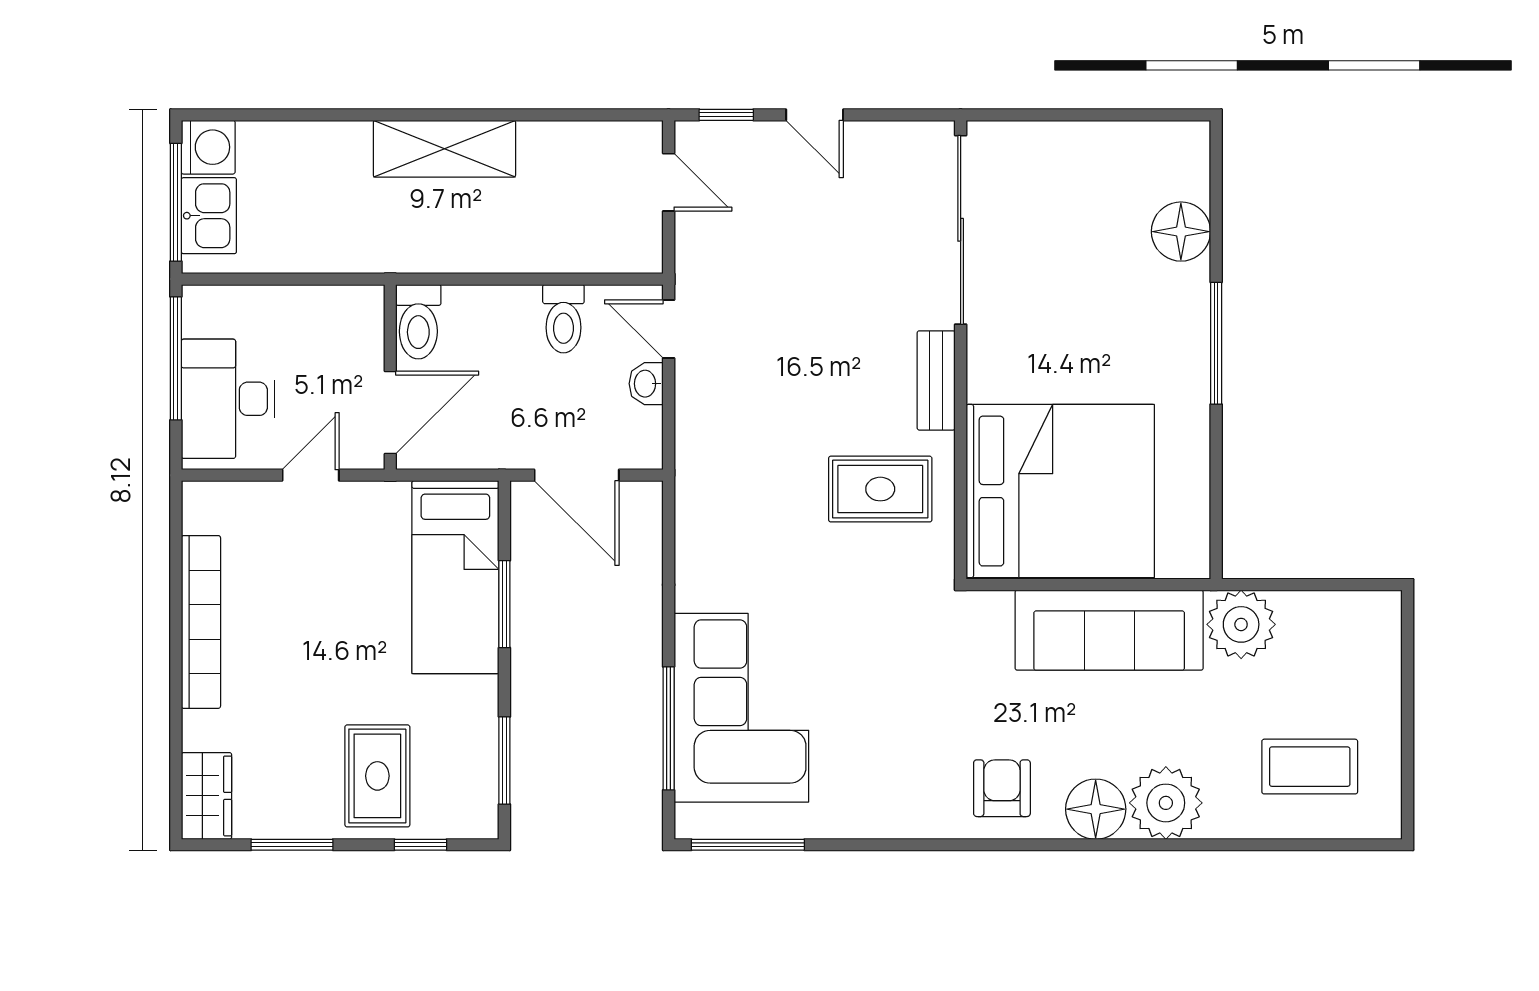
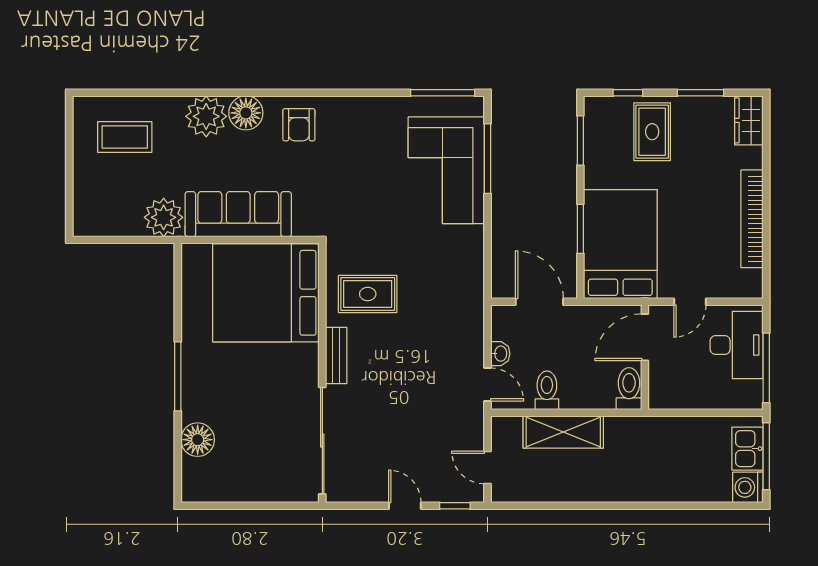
shelving: (444, 149) -> (563, 432), moved
bed: (455, 577) -> (620, 244), width x1.50

